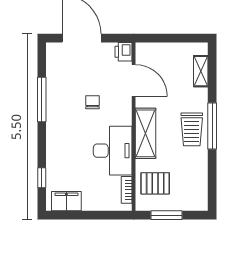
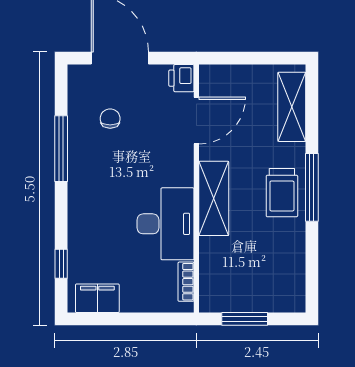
shelving: (201, 71) -> (292, 107), width x1.50, depth x1.33
door: (134, 80) -> (196, 120), hinge flipped
chair: (93, 102) -> (110, 119), moved
pallet: (155, 183) -> (228, 272), removed

